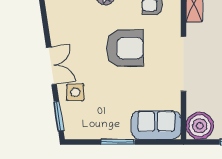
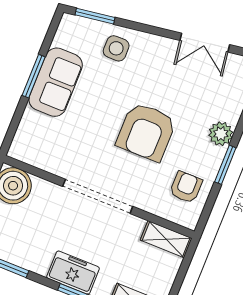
double door: (51, 66) -> (205, 43), moved
sofa: (156, 125) -> (56, 82), moved

